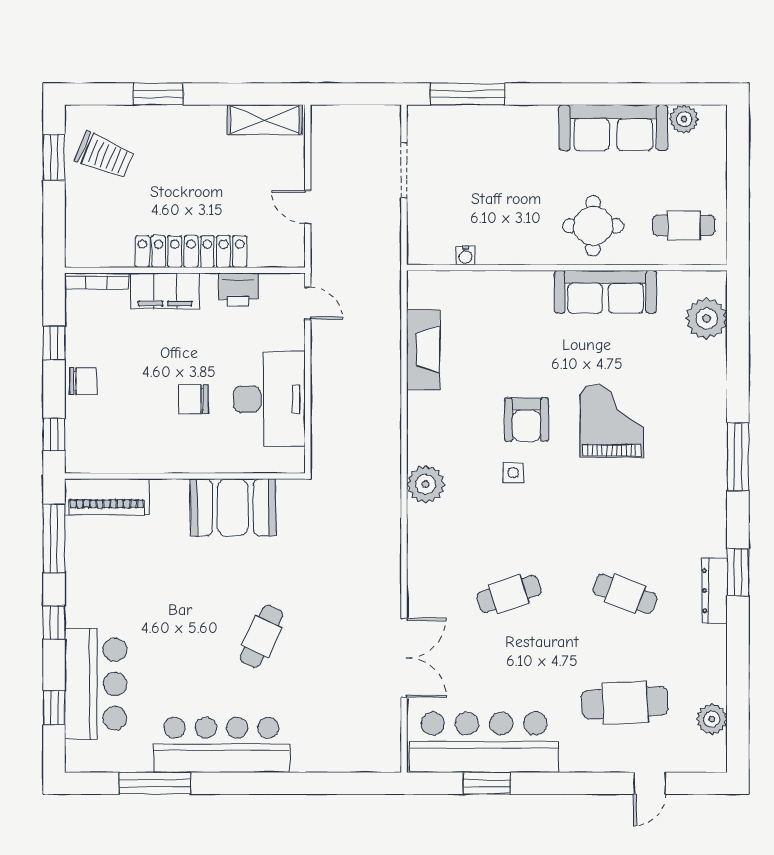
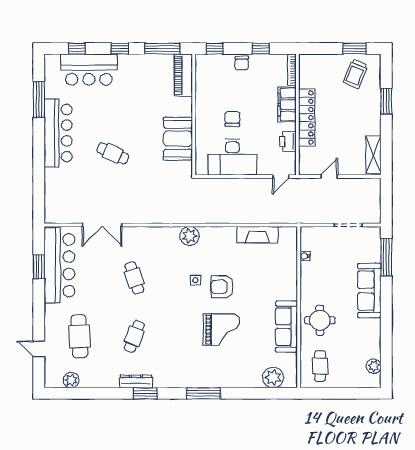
sofa: (613, 128) -> (369, 291), moved

